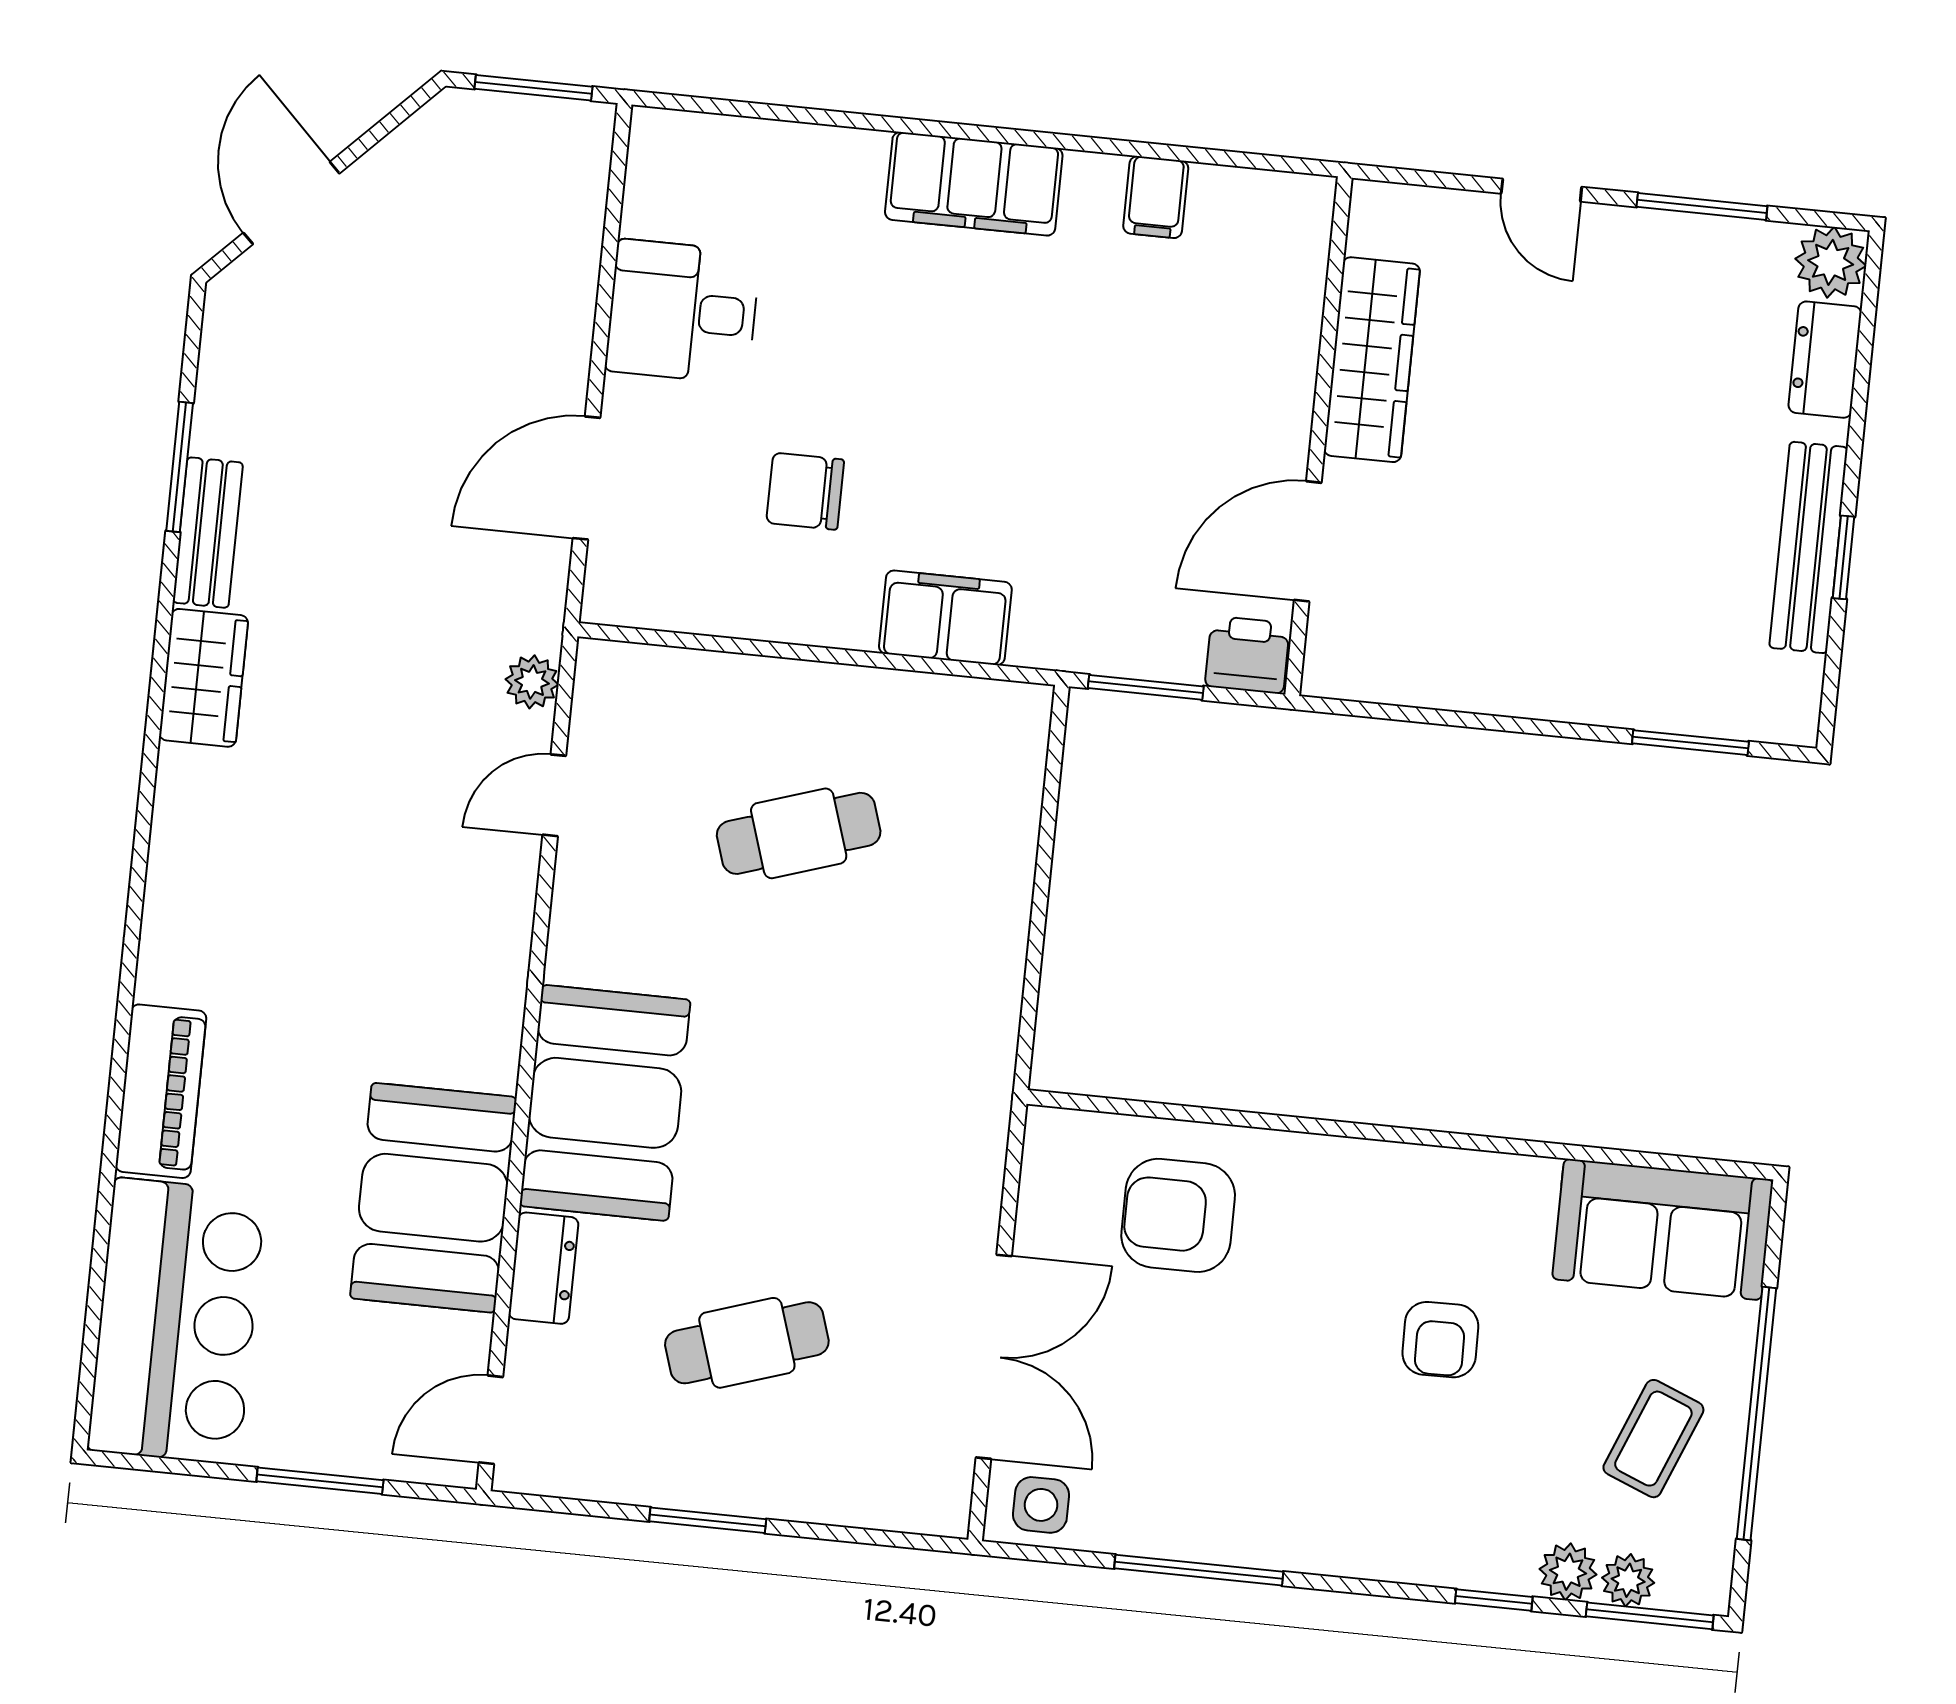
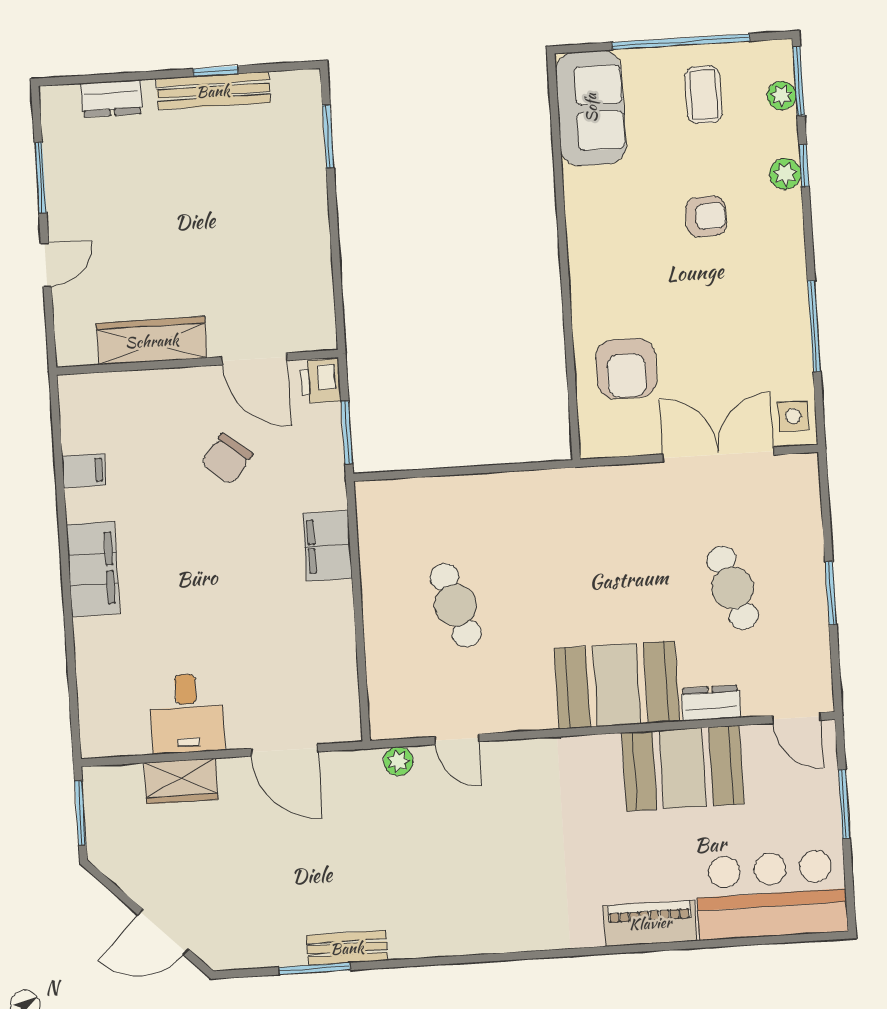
plant: (1831, 262) -> (59, 104), removed
chair: (805, 491) -> (227, 459), moved, turned 38
wardrobe: (204, 678) -> (181, 781), moved, turned 180
armchair: (1440, 1340) -> (706, 216), moved
coffee table: (1653, 1439) -> (704, 95), turned 68
plant: (1568, 1572) -> (785, 174), moved

